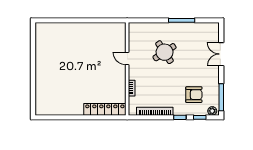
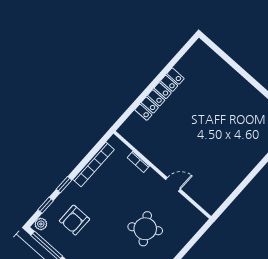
locker: (105, 109) -> (159, 94), moved

